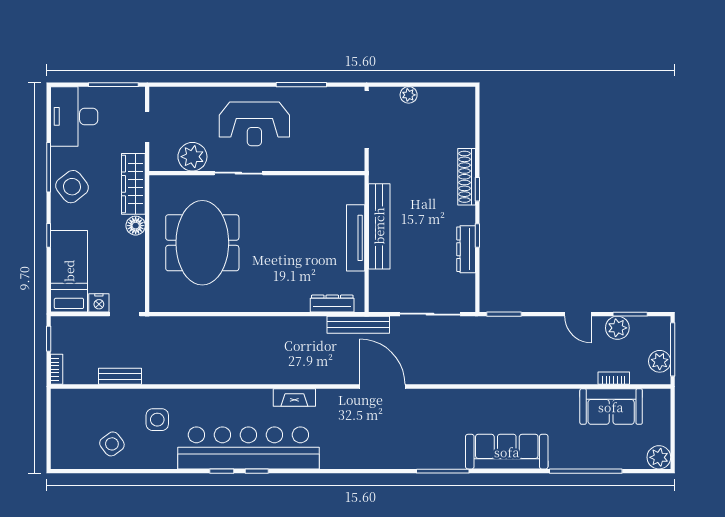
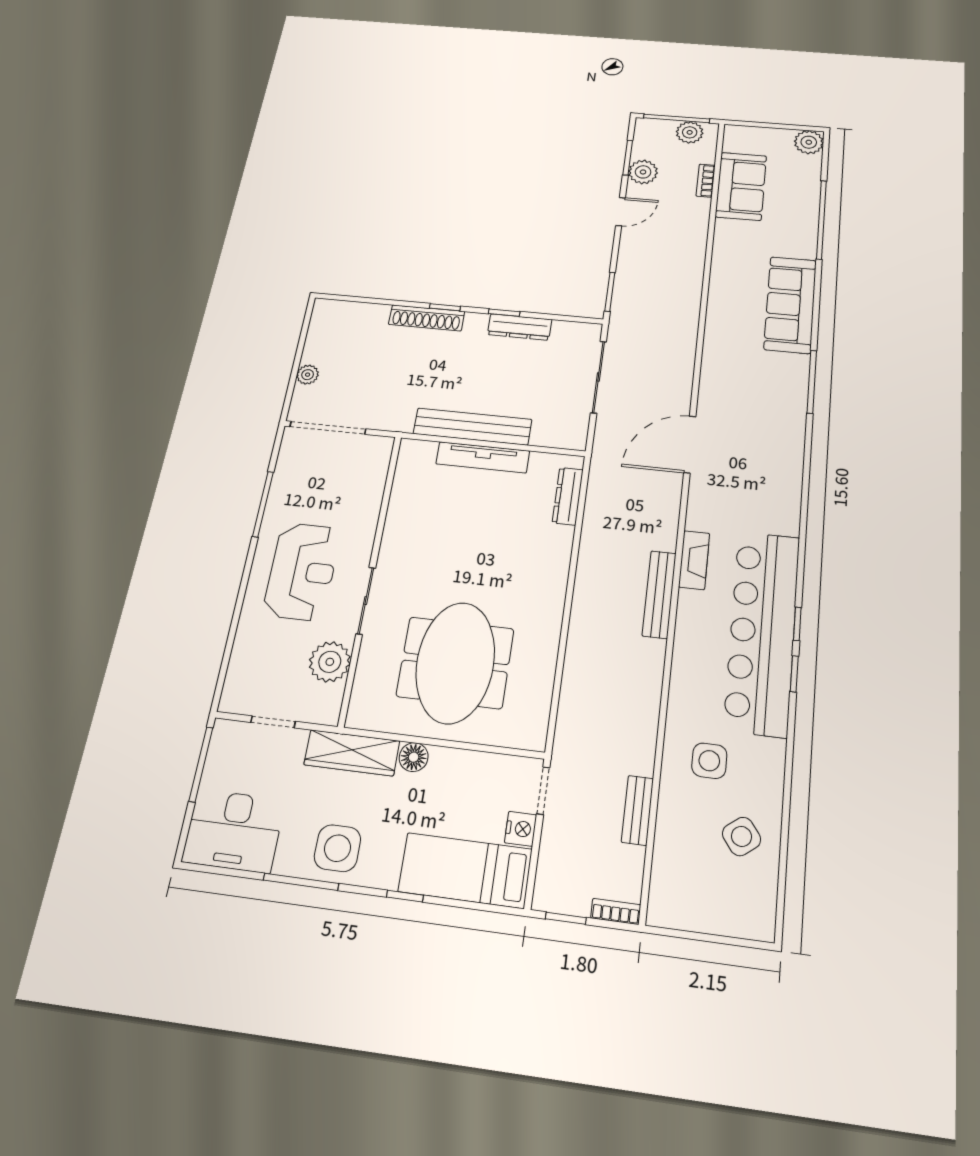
side table: (72, 187) -> (337, 848), turned 38
meeting table: (202, 243) -> (455, 662), turned 90
bench: (358, 325) -> (659, 594), moved

